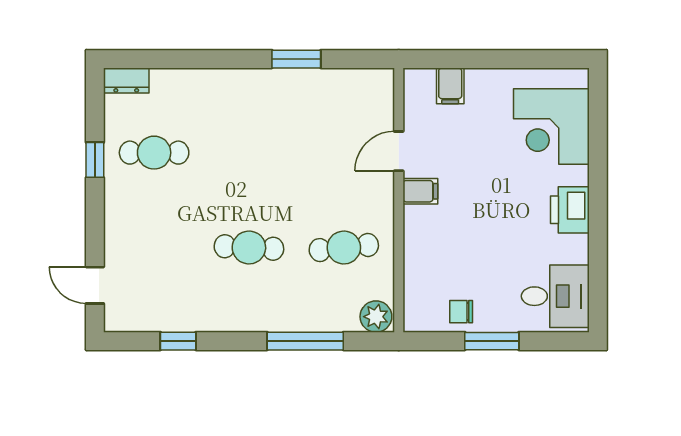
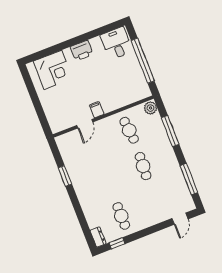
filing cabinet: (450, 86) -> (52, 114), removed
door: (399, 151) -> (85, 124), hinge flipped
window: (95, 160) -> (117, 243), moved
chair: (461, 312) -> (136, 77), removed
window: (178, 341) -> (189, 179), width x2.17
window: (492, 341) -> (143, 61), width x2.11

